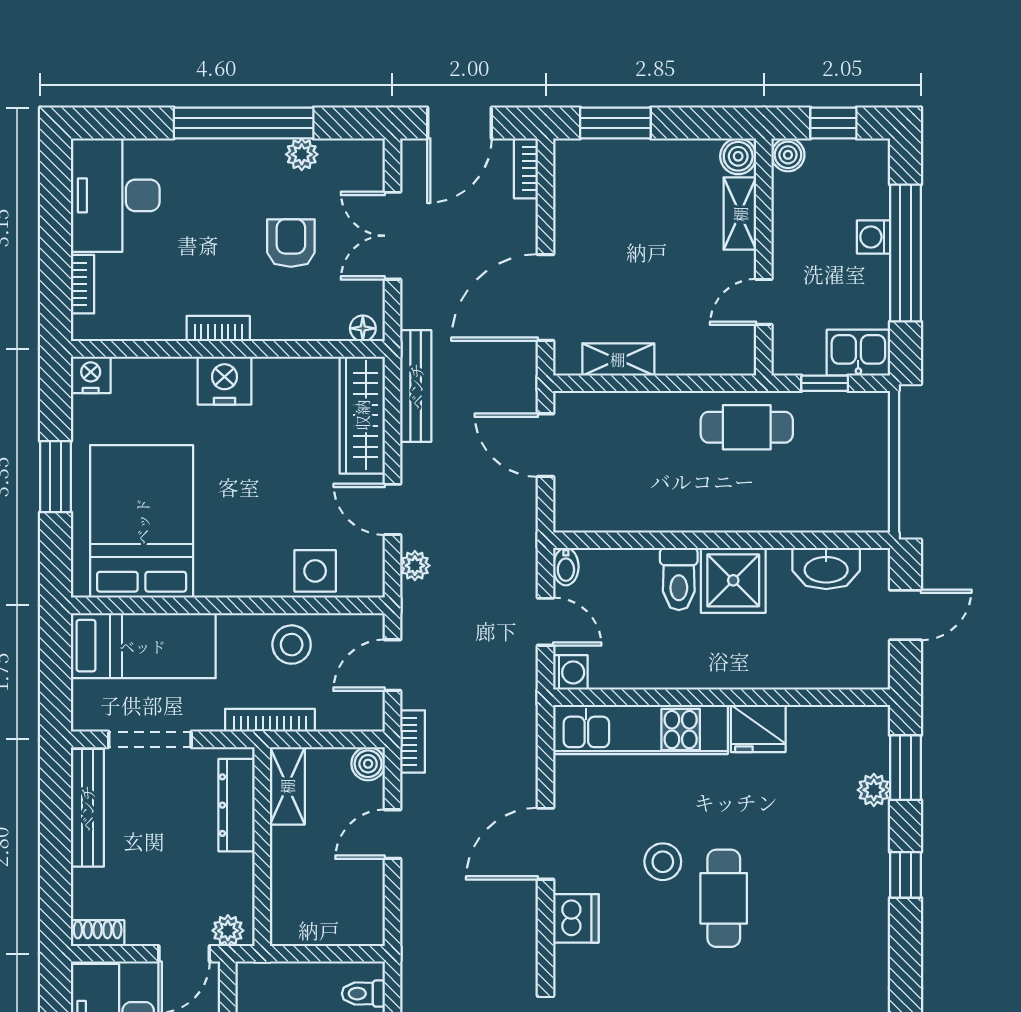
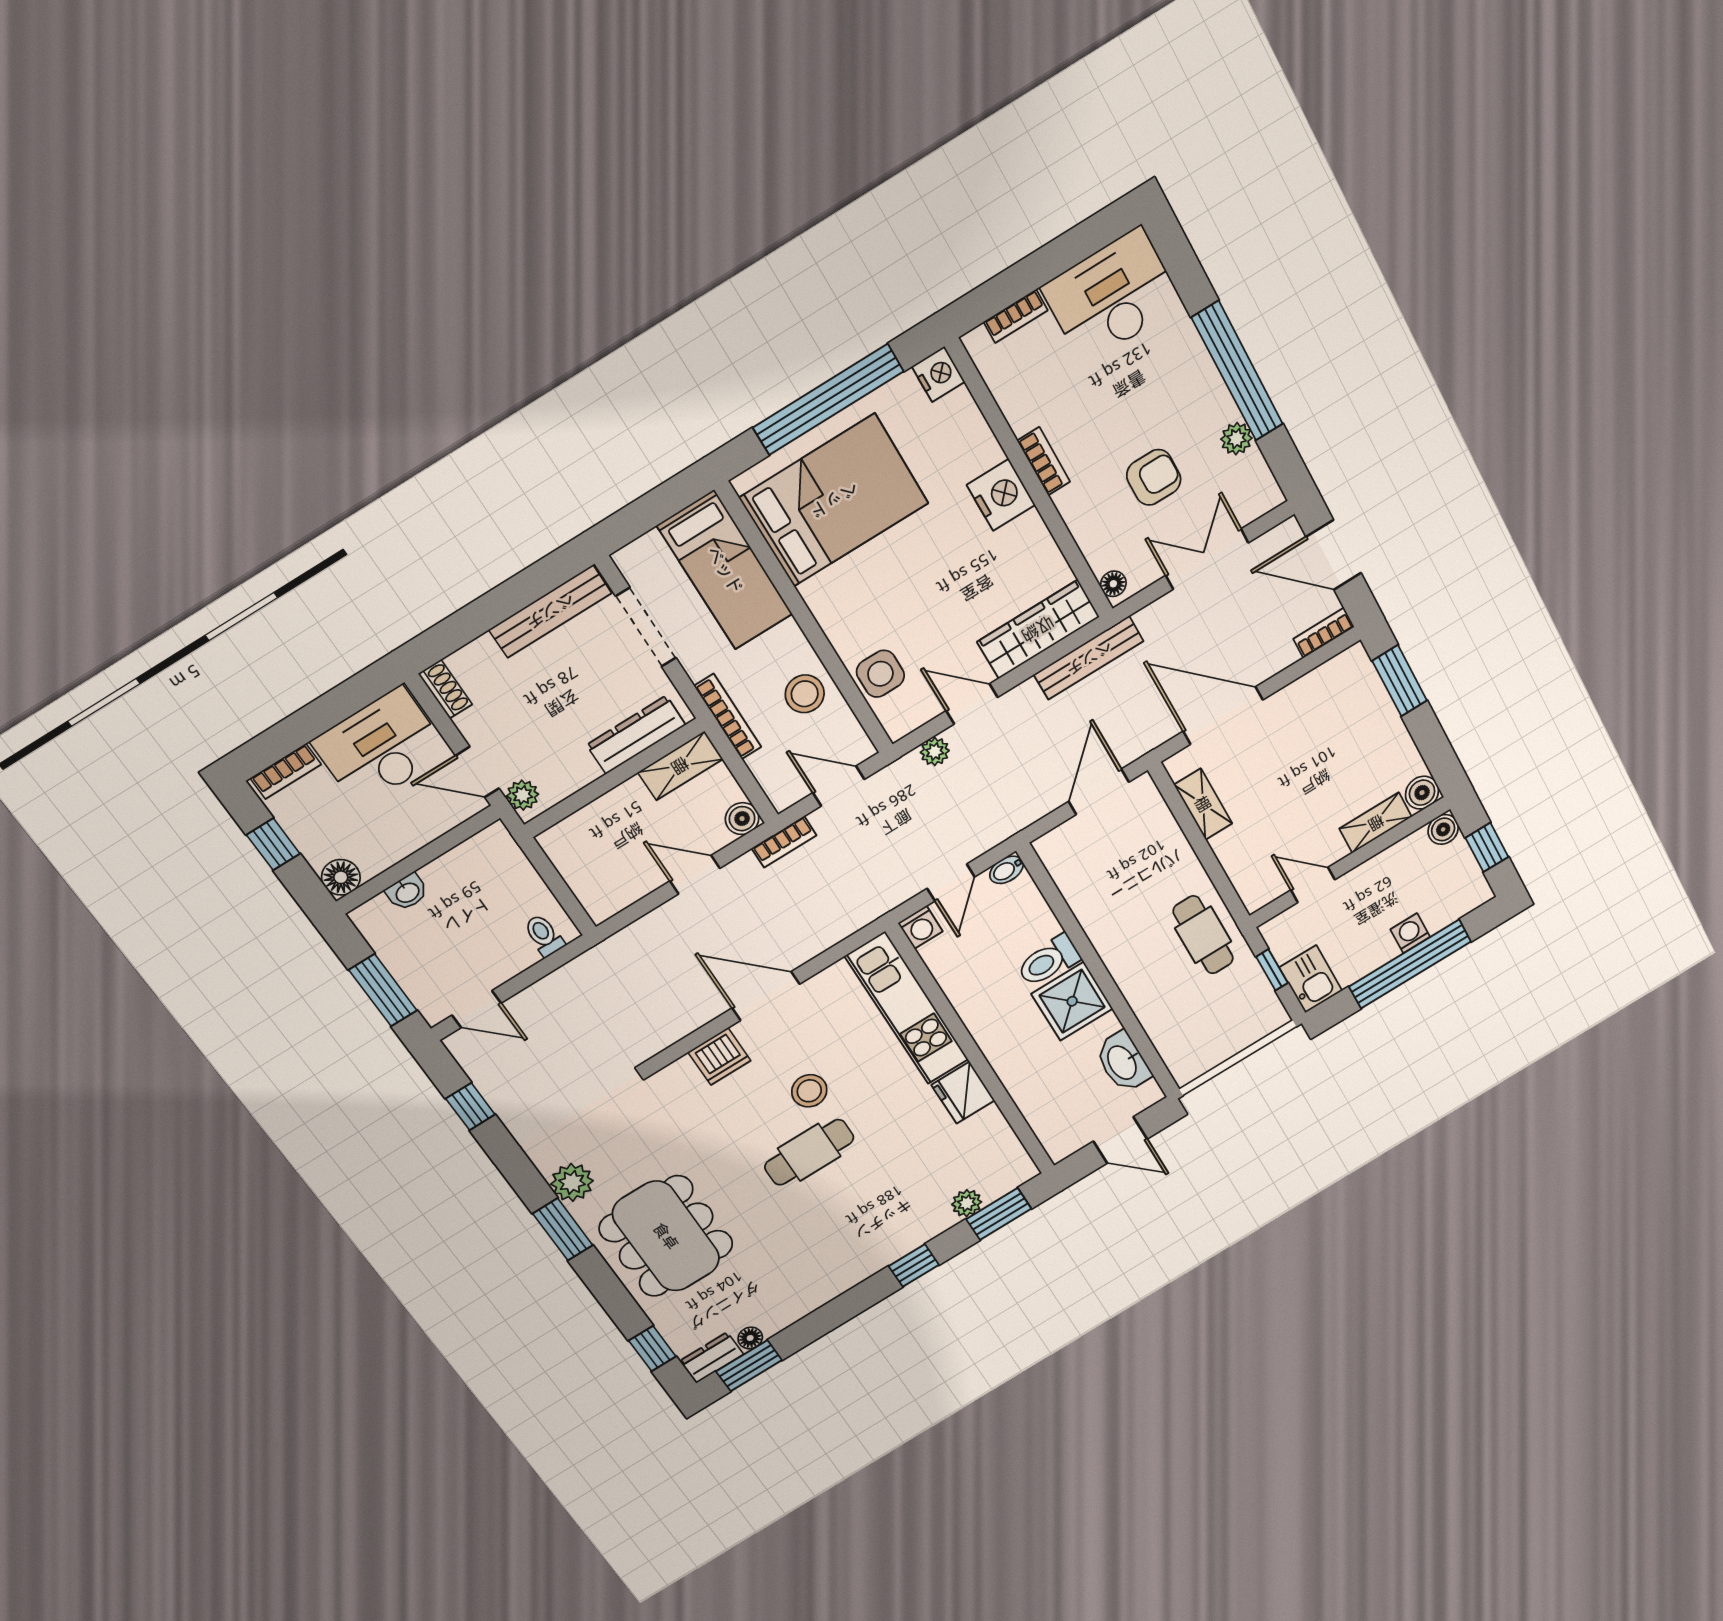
window: (55, 477) -> (828, 400), width x2.11
door: (392, 509) -> (972, 704), hinge flipped

